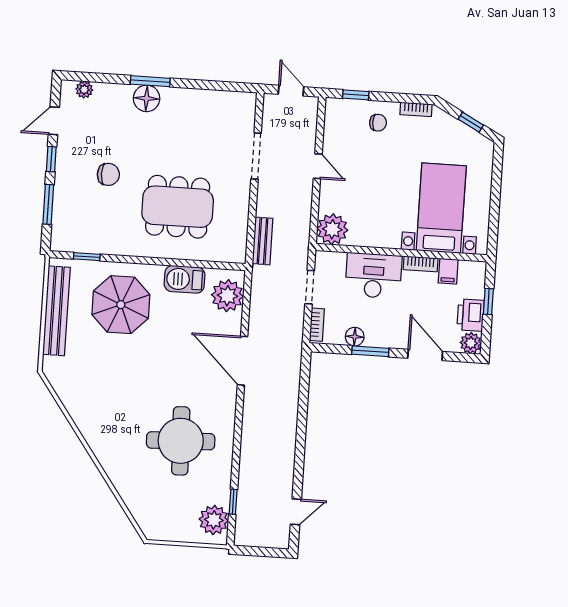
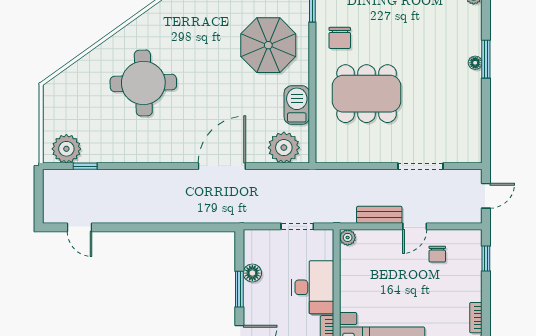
floor lamp: (147, 98) -> (475, 63), width x0.53, depth x0.53
chair: (378, 123) -> (437, 254), moved
chair: (108, 174) -> (340, 38), moved
dining table: (178, 207) -> (367, 94), turned 90
plant: (332, 229) -> (348, 237), width x0.53, depth x0.53
bench: (262, 241) -> (379, 215), moved
bookcase: (317, 325) -> (262, 236), removed
round table: (181, 441) -> (143, 83), moved

